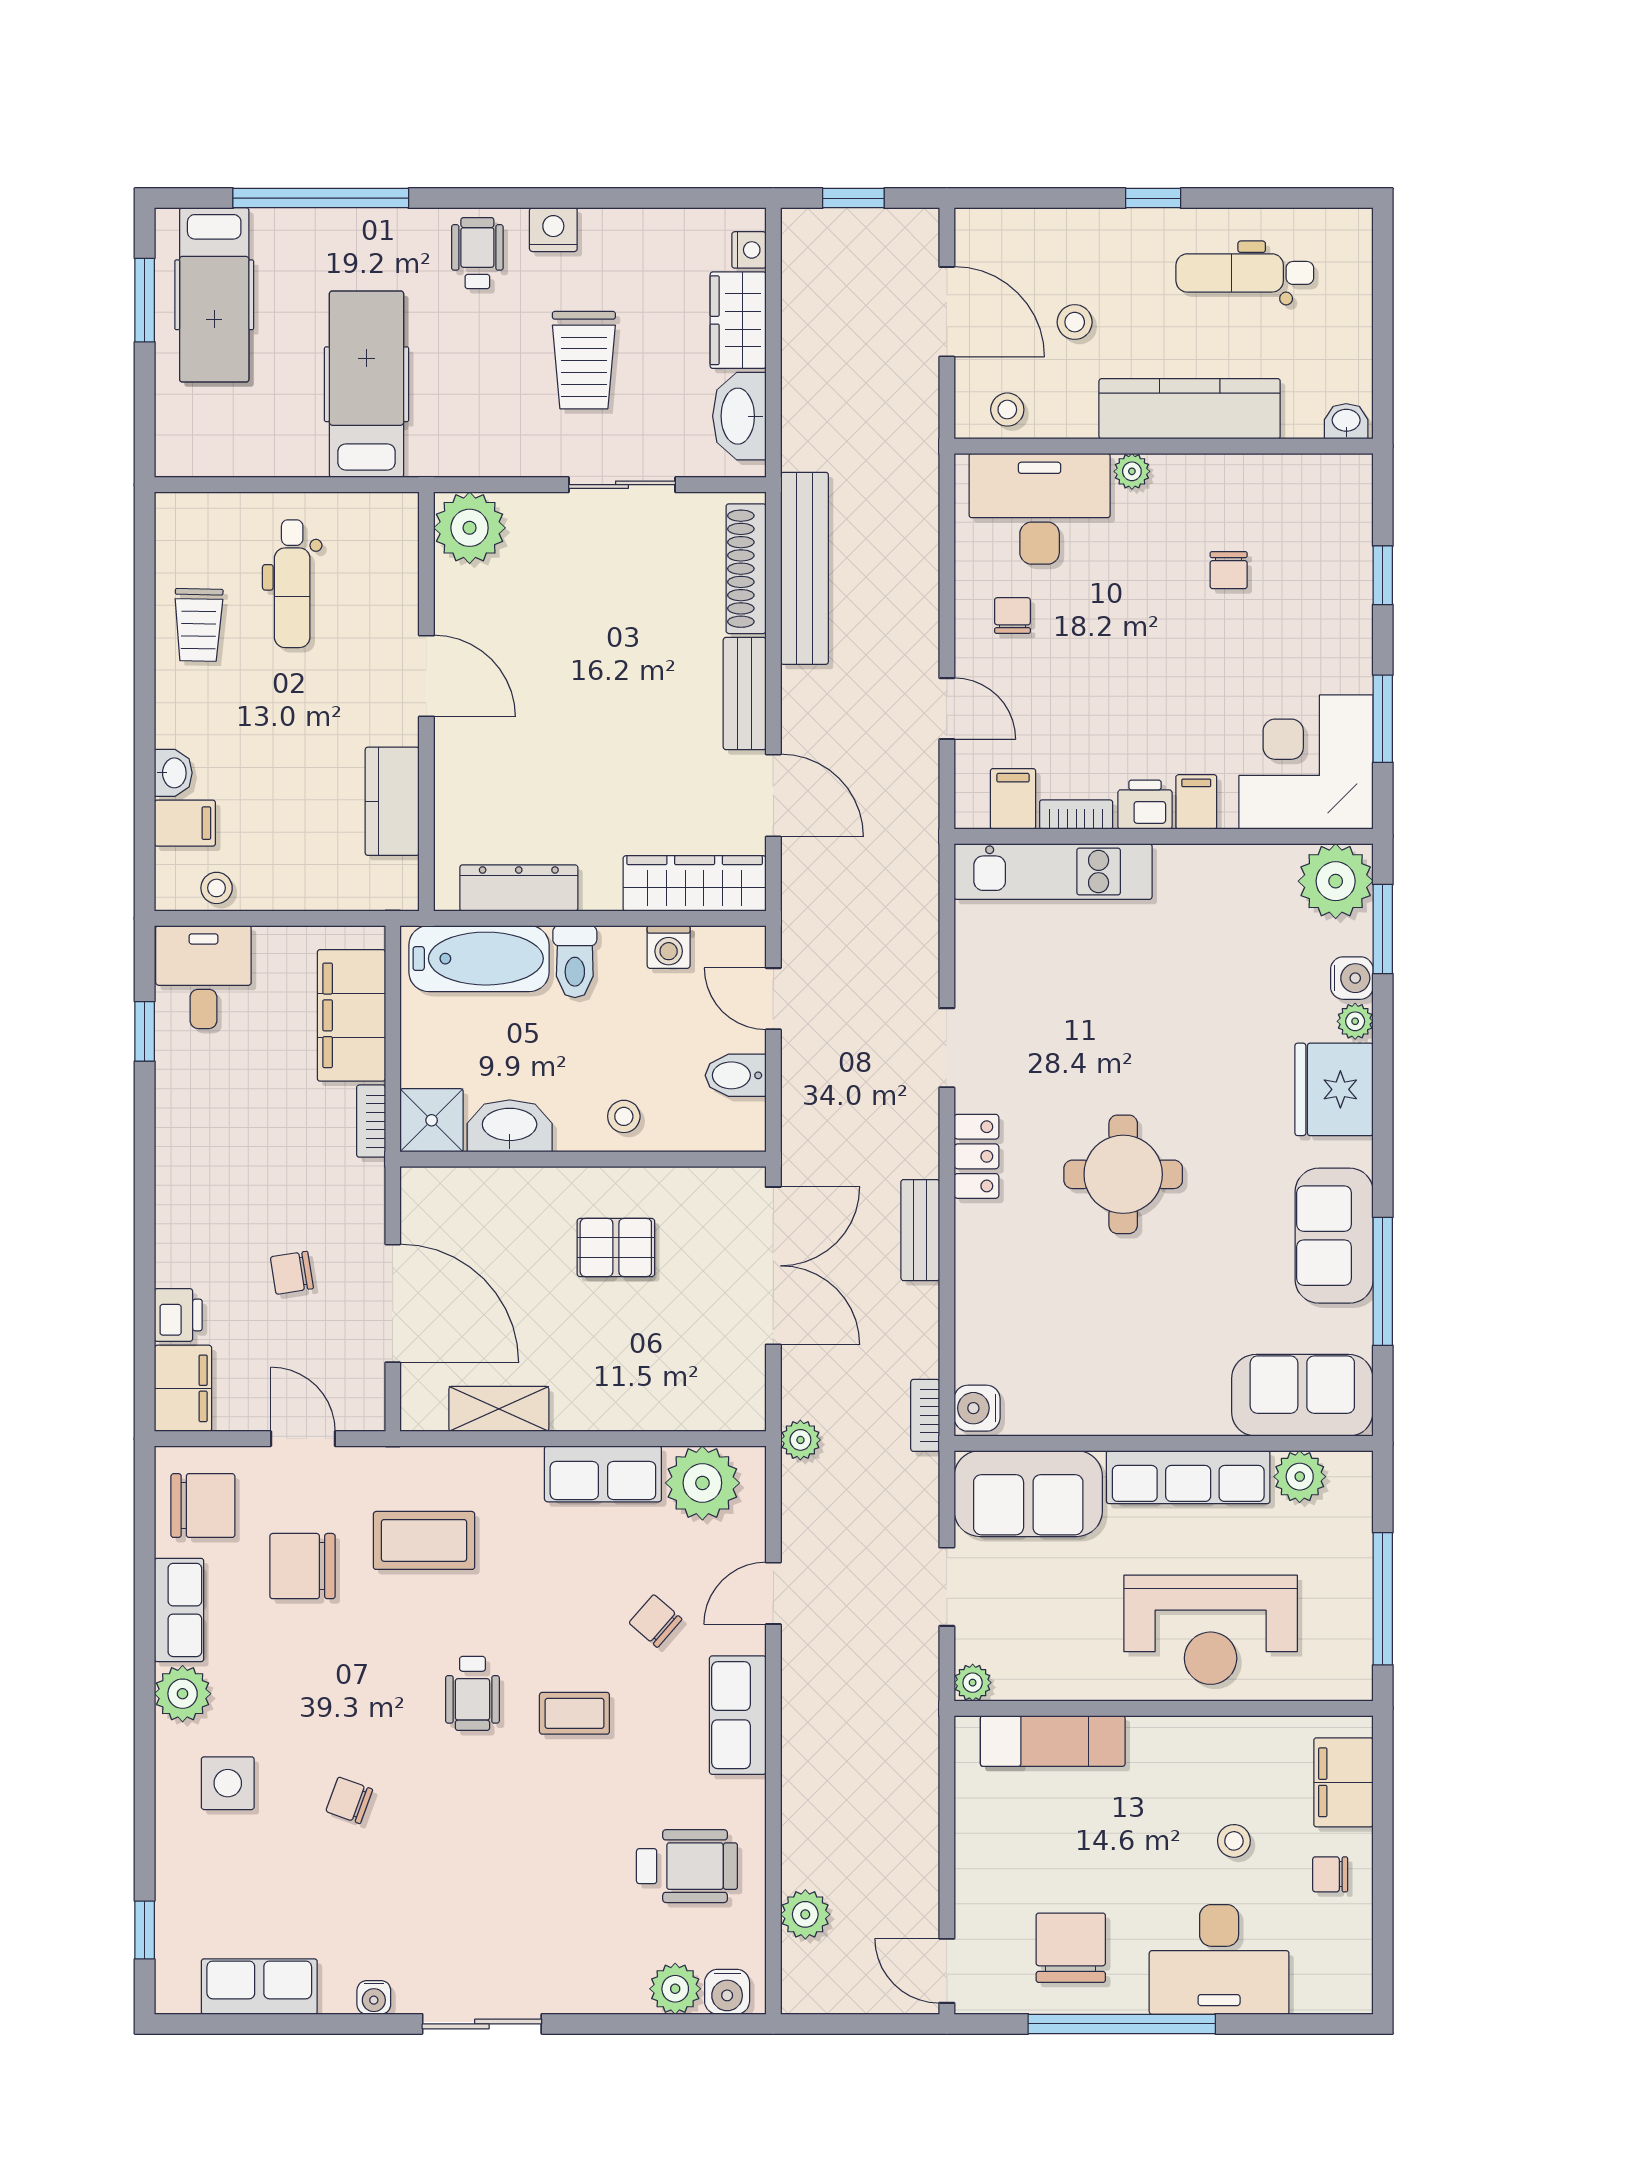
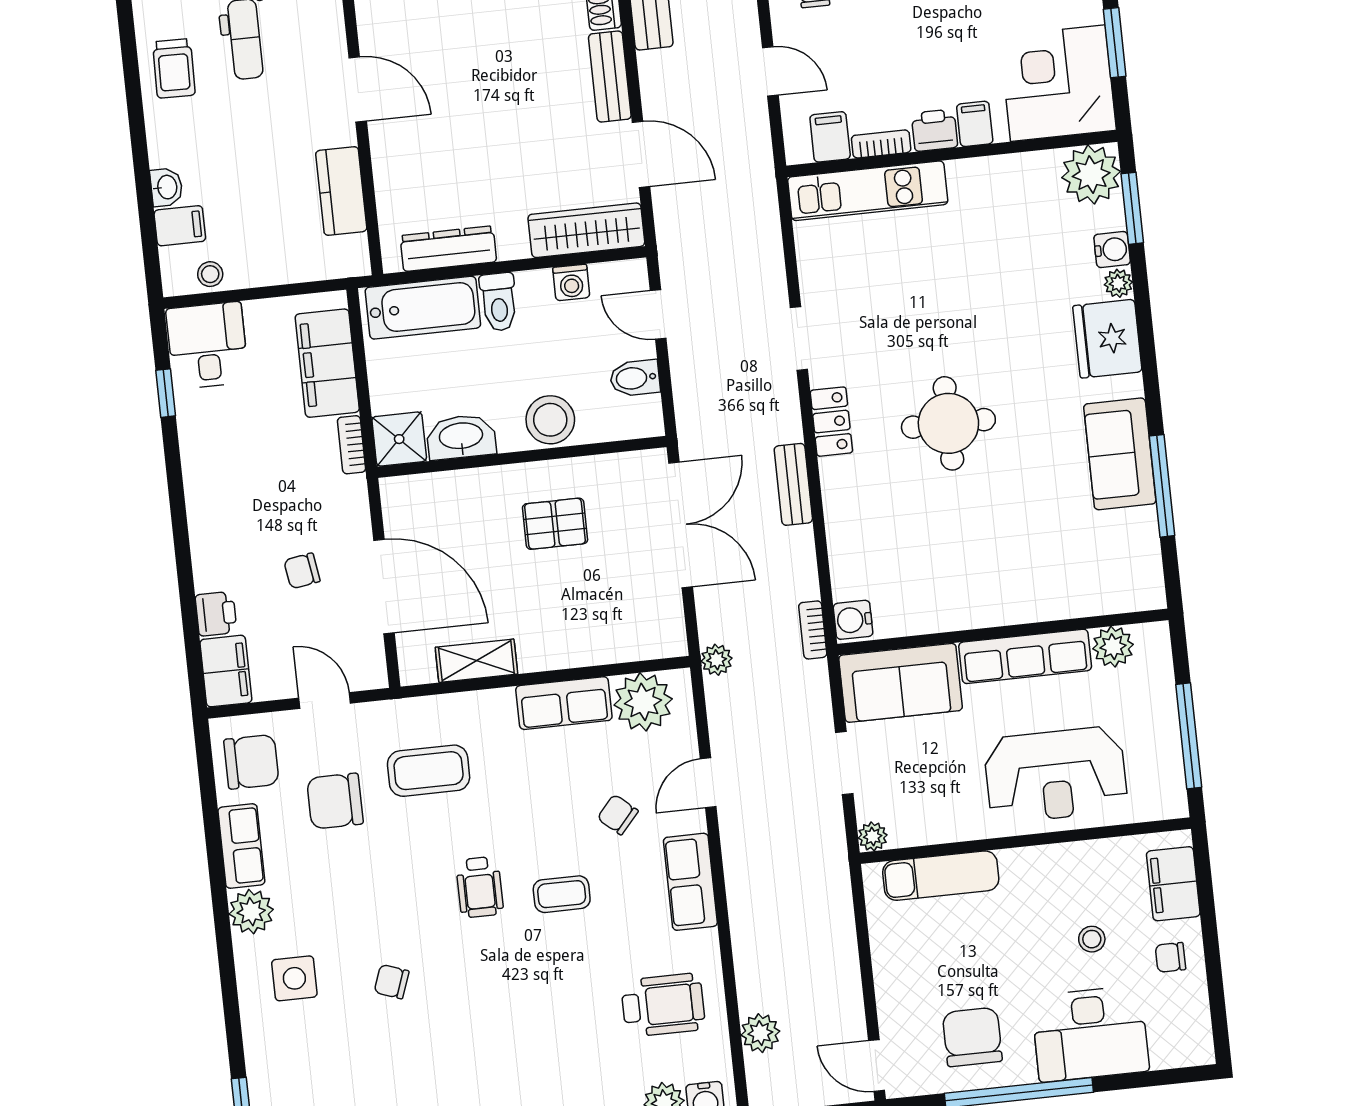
stool: (624, 1116) -> (550, 420), width x1.89, depth x1.89
sofa: (1302, 1395) -> (1108, 582), removed

